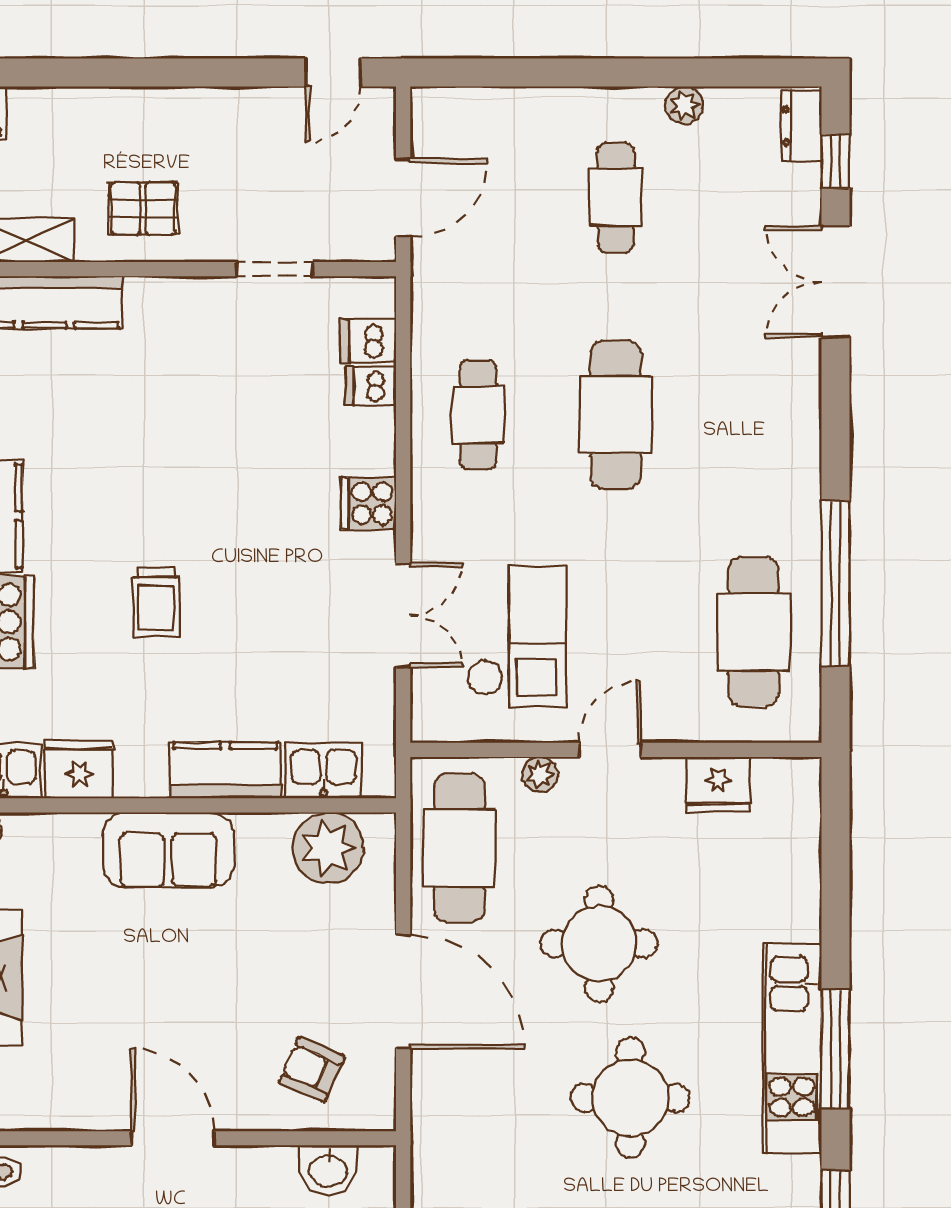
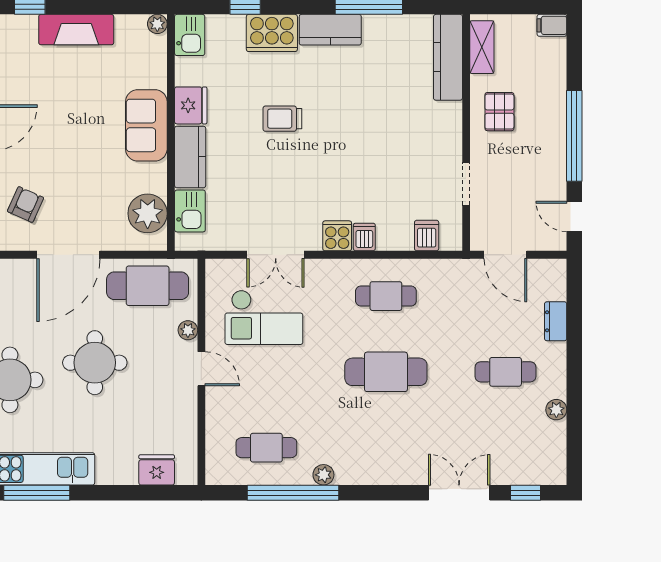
window: (187, 73) -> (574, 136), added
dresser: (802, 126) -> (556, 321), moved, turned -90
dishwasher: (371, 386) -> (364, 237), moved
plant: (803, 528) -> (323, 475), added
cafe table: (753, 632) -> (266, 448), width x0.73, depth x0.74
fridge: (79, 769) -> (191, 105), moved
fridge: (718, 784) -> (157, 470), moved, turned 90

